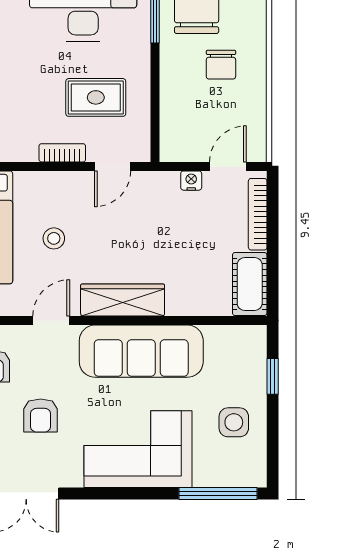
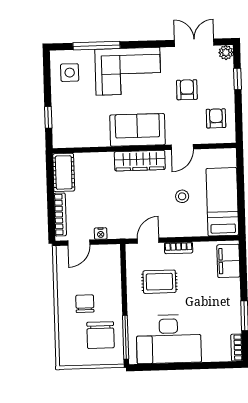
sofa: (141, 351) -> (137, 130), width x0.73
side table: (234, 422) -> (70, 73), moved
window: (218, 493) -> (96, 46), moved

